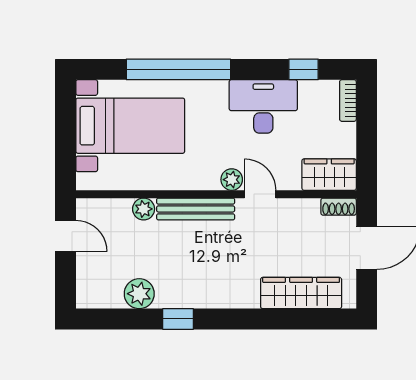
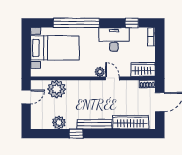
plant: (144, 209) -> (57, 89), width x1.87, depth x1.87
bench: (196, 209) -> (94, 124), moved
door: (65, 236) -> (26, 97), hinge flipped

